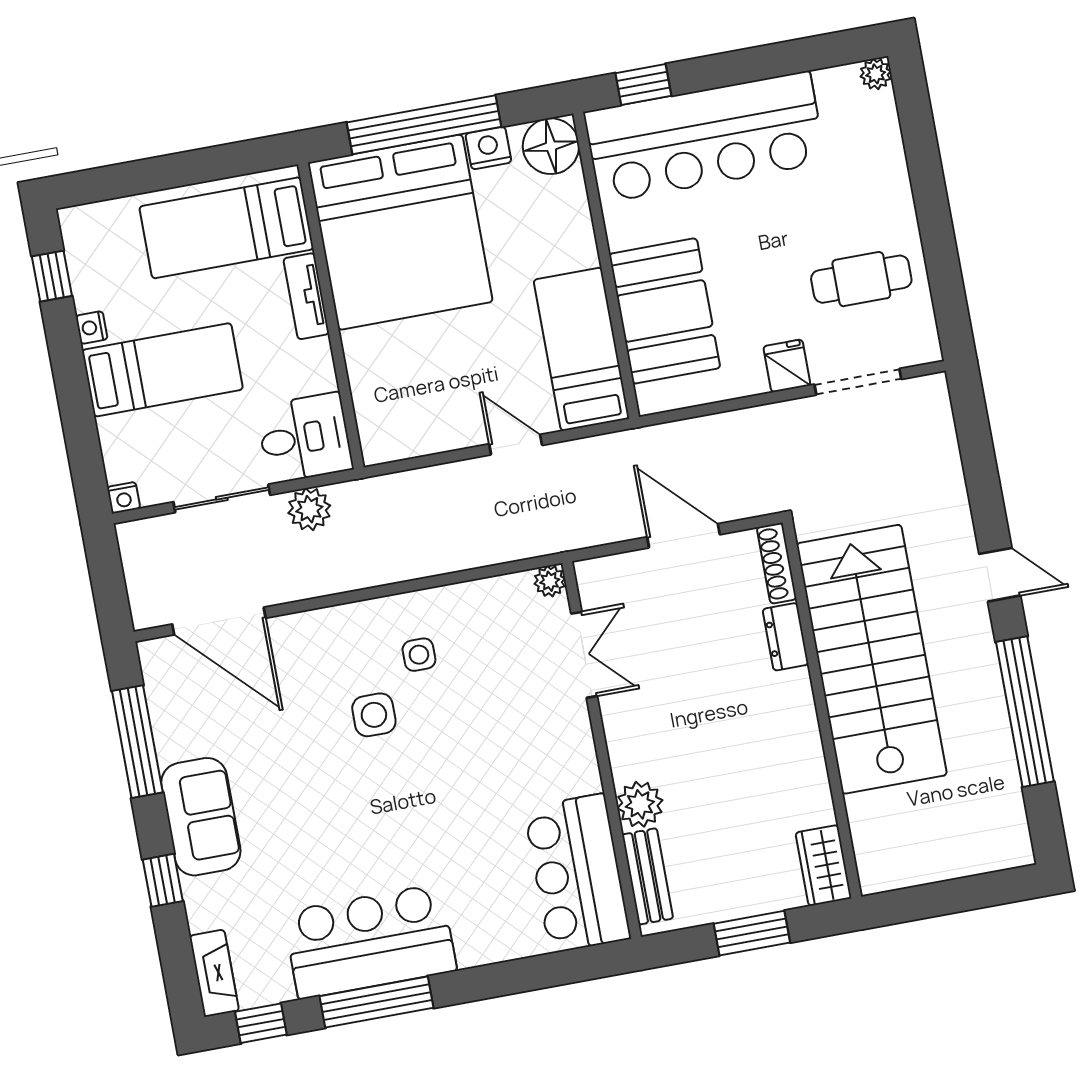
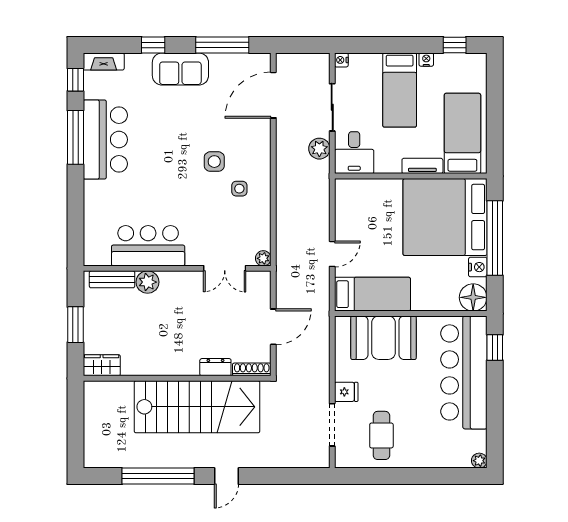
bar counter: (577, 873) -> (148, 246), moved

